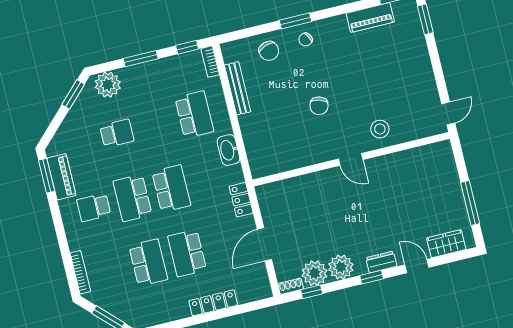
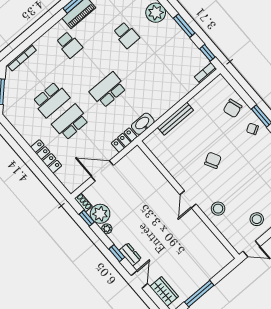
bench: (238, 88) -> (175, 119), moved
stool: (416, 89) -> (257, 219), added
chair: (319, 106) -> (213, 160), turned 135
school desk: (194, 114) -> (165, 80), removed
washbasin: (228, 150) -> (143, 124), moved
school desk: (171, 189) -> (108, 90), turned 180
school desk: (133, 198) -> (89, 67), removed
school desk: (94, 207) -> (69, 45), turned 180
plant: (341, 267) -> (107, 229), width x0.53, depth x0.53

